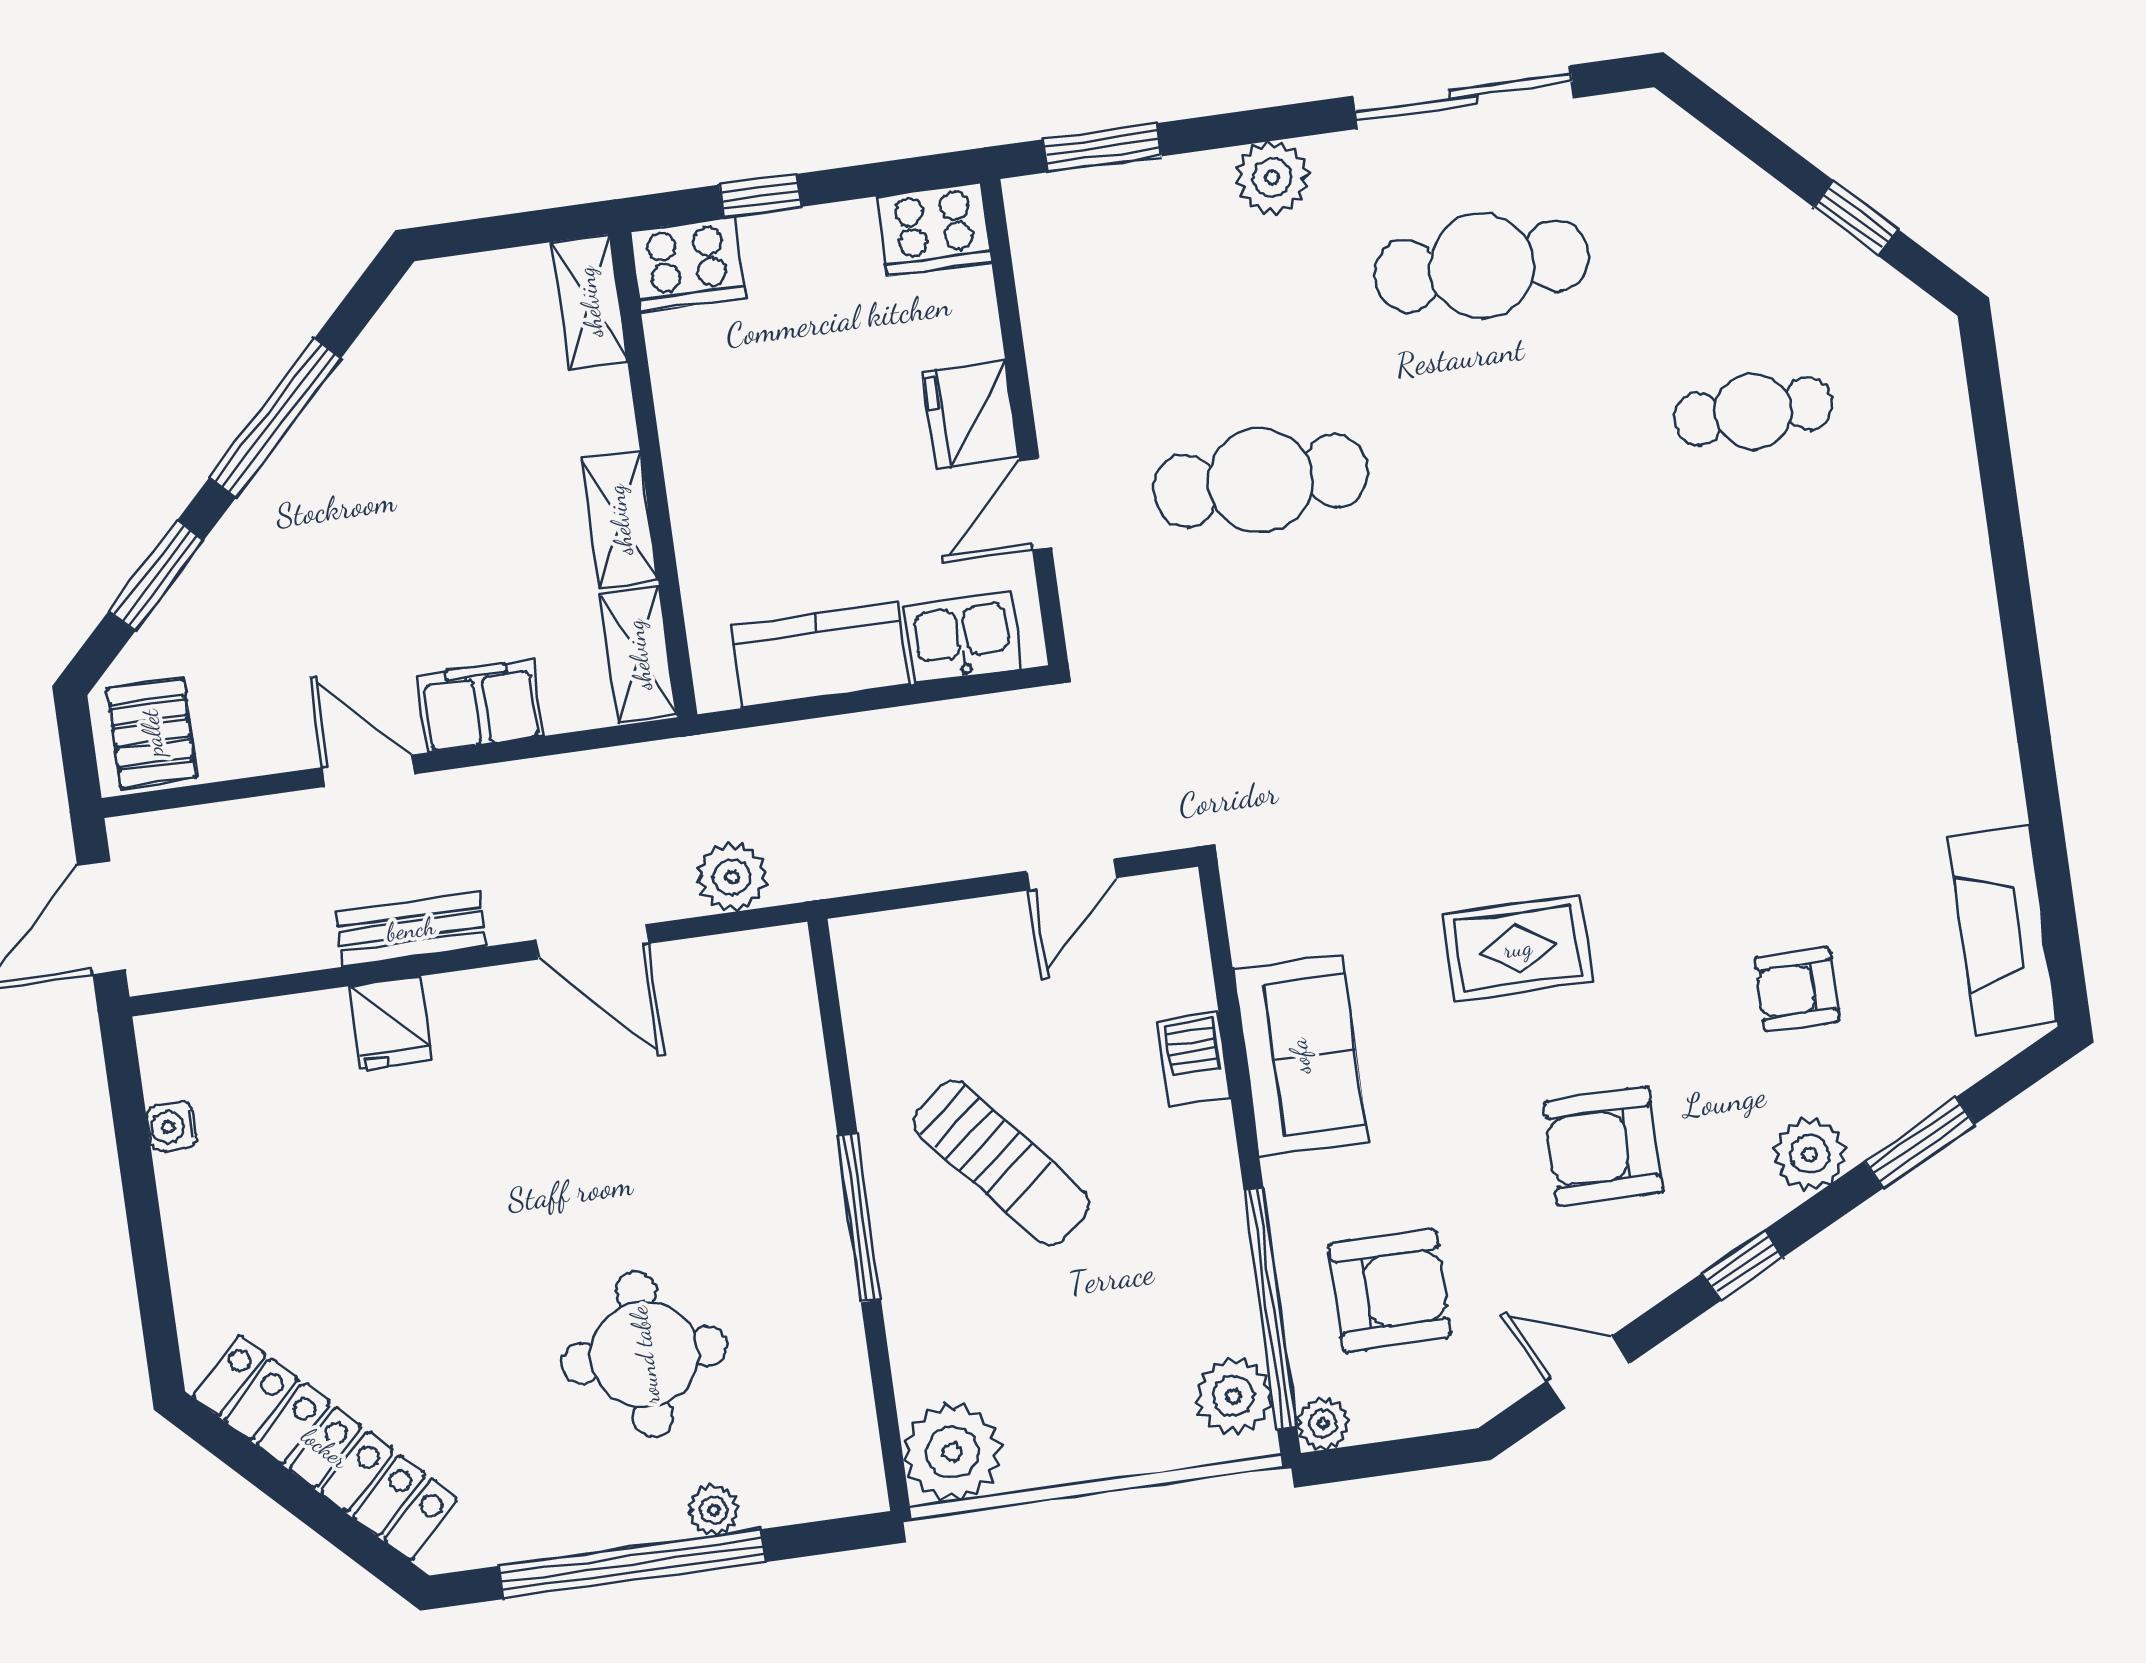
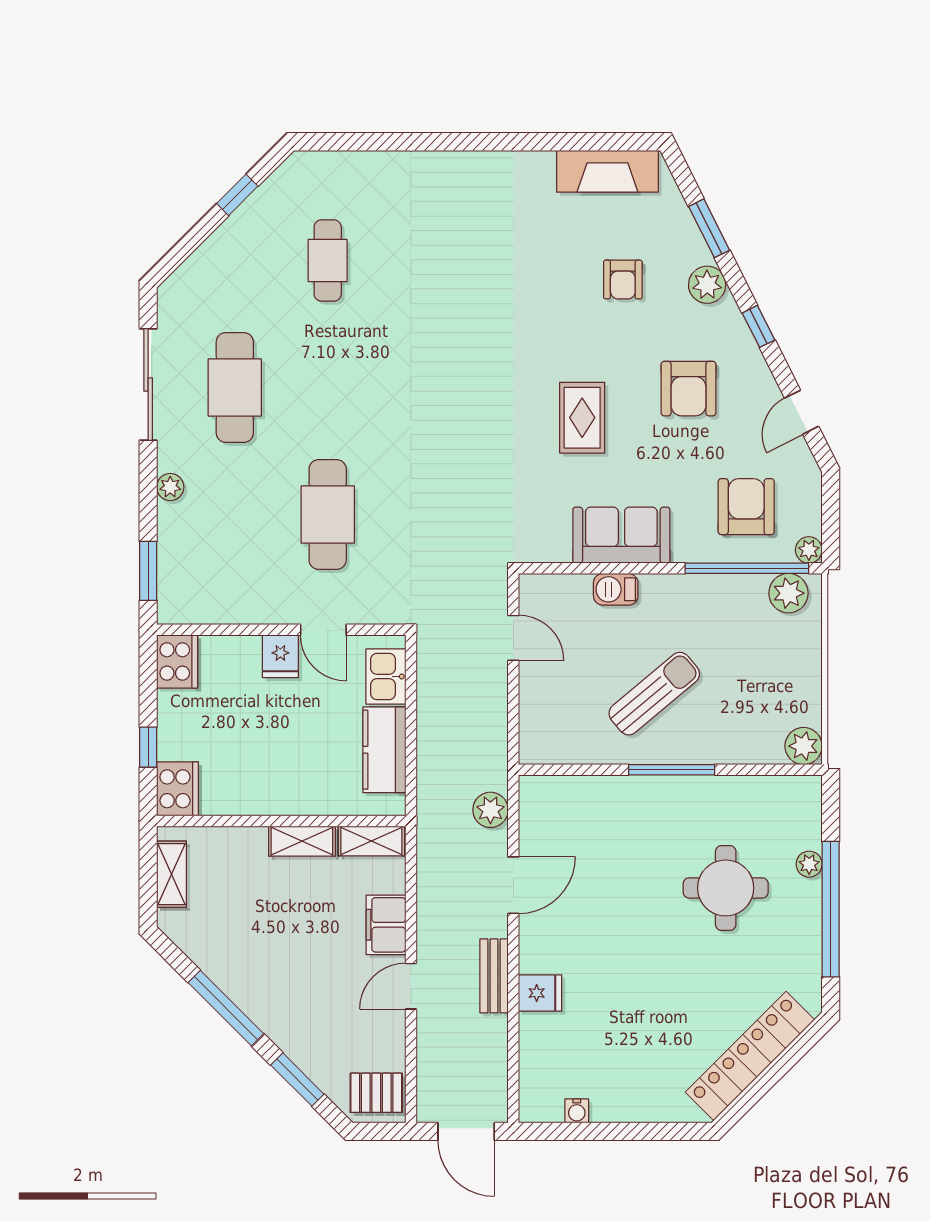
plant: (1272, 178) -> (170, 487), width x0.73, depth x0.73
shelving: (590, 302) -> (172, 874), moved, turned 90
fridge: (971, 414) -> (280, 656), width x0.72
plant: (952, 1452) -> (804, 746), width x0.73, depth x0.73

